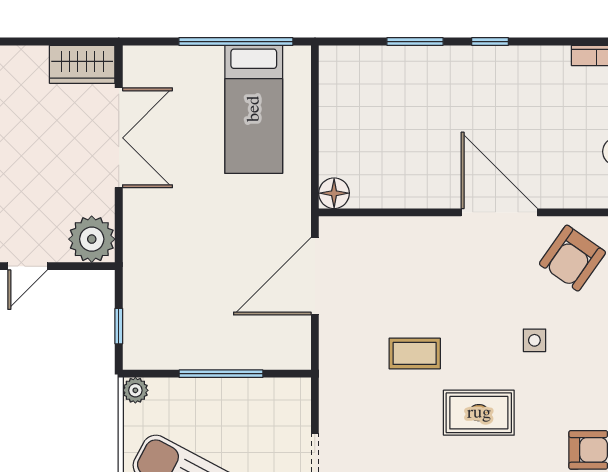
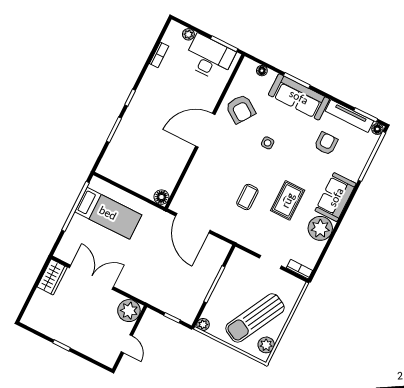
rug: (479, 413) -> (288, 200), moved

